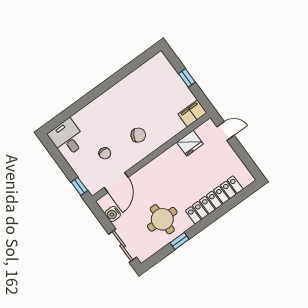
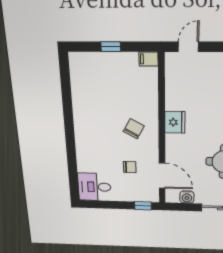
filing cabinet: (192, 113) -> (149, 59), width x0.50
fridge: (190, 143) -> (175, 122), moved

